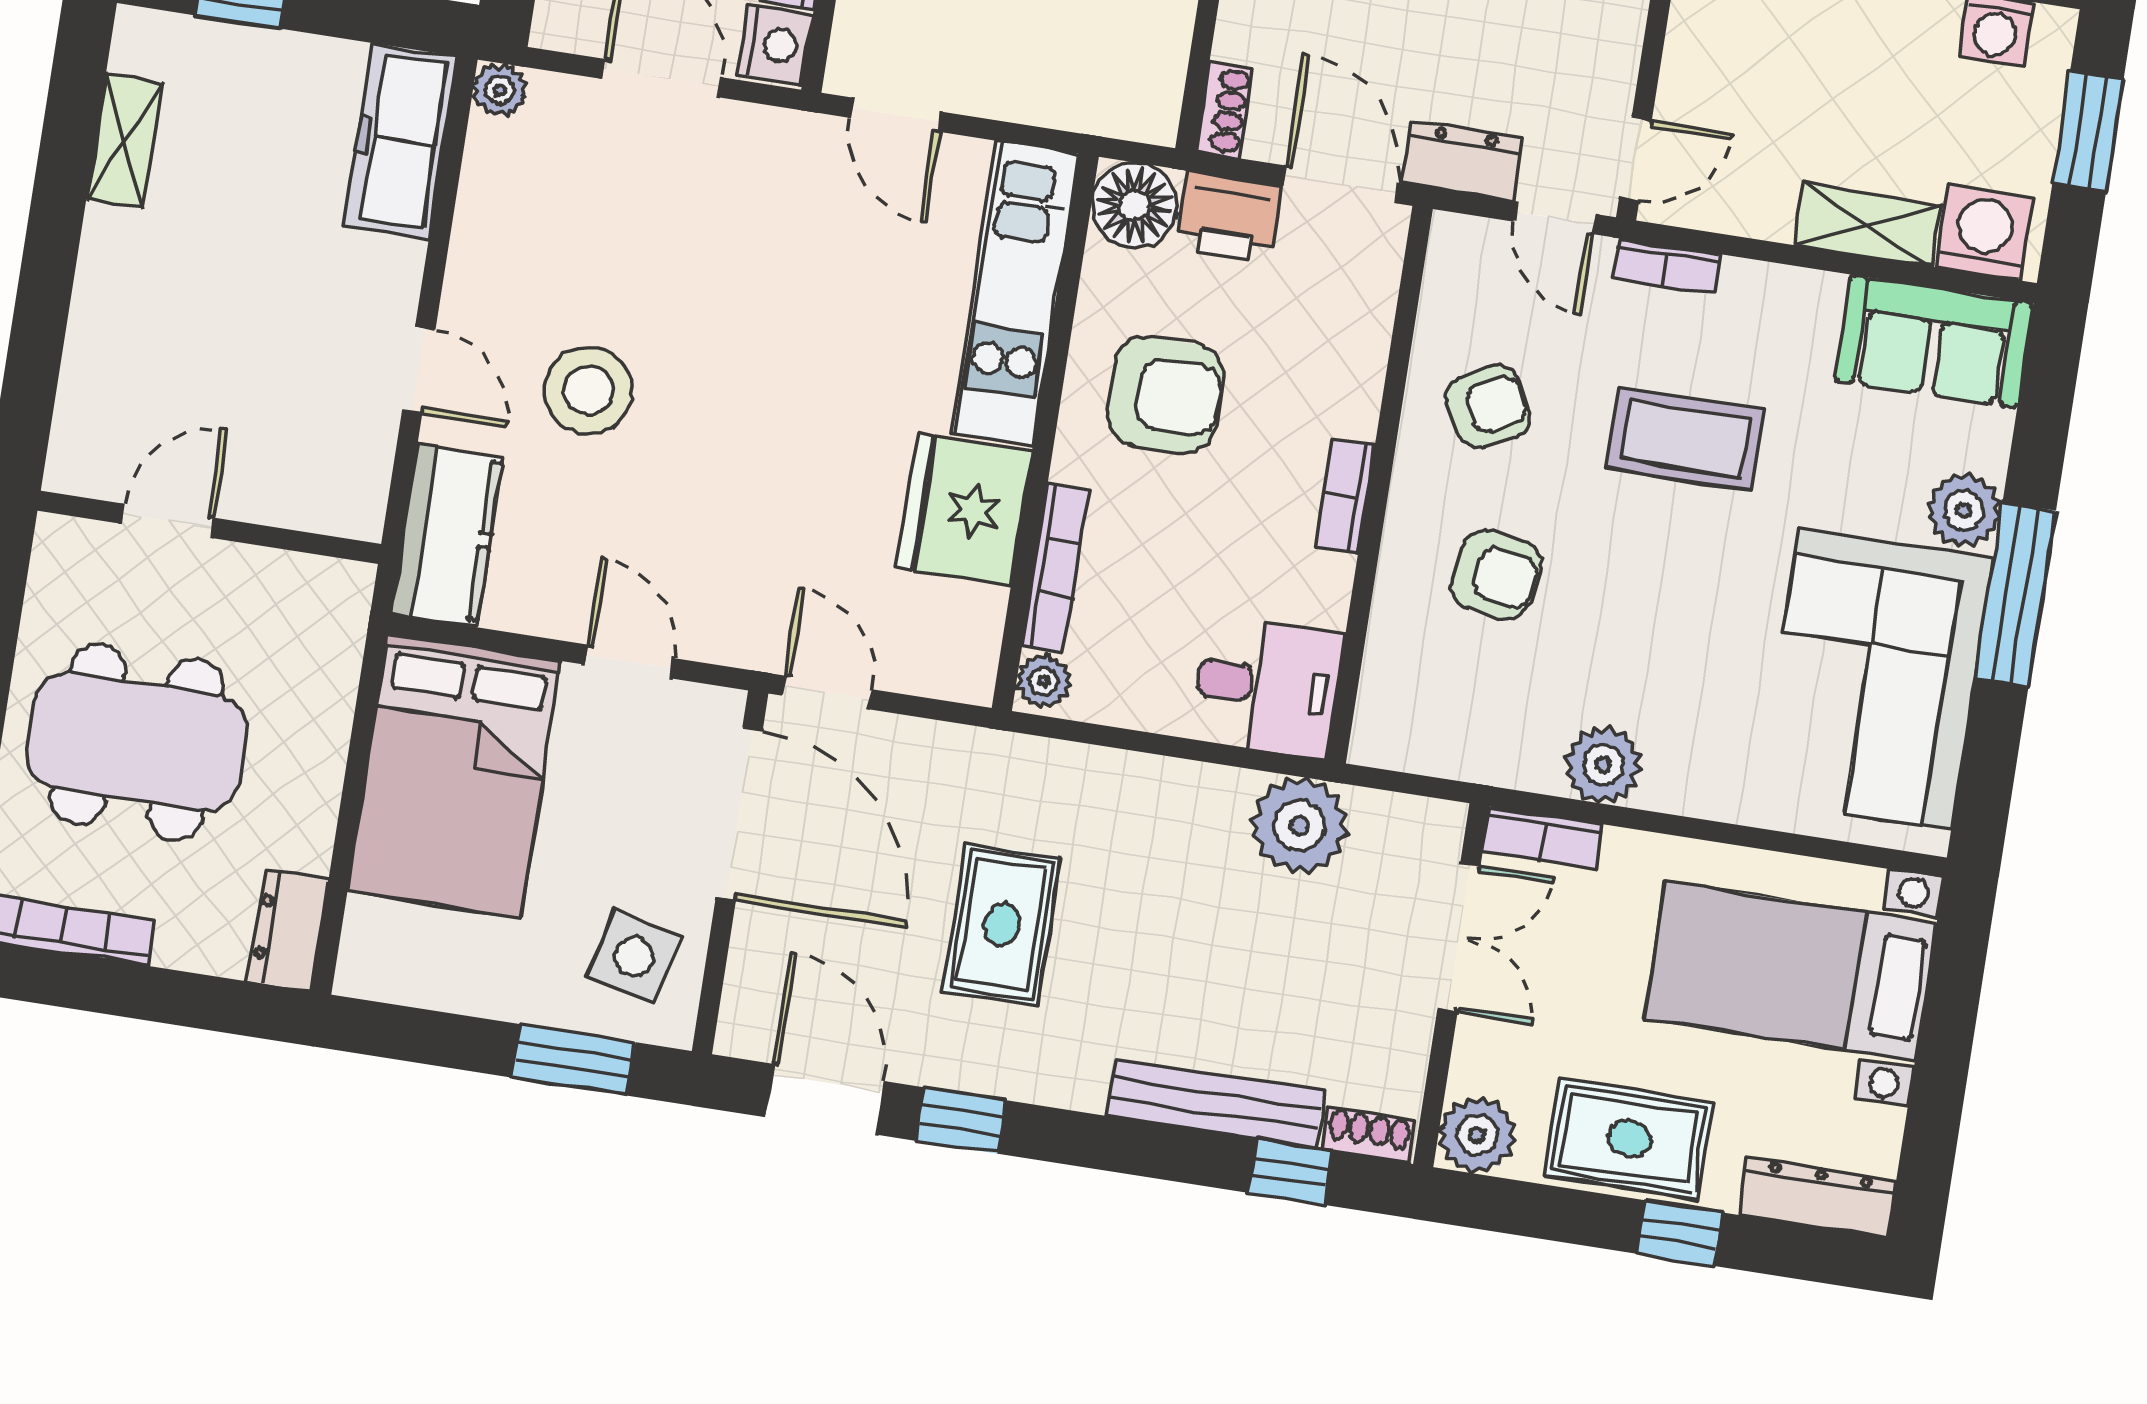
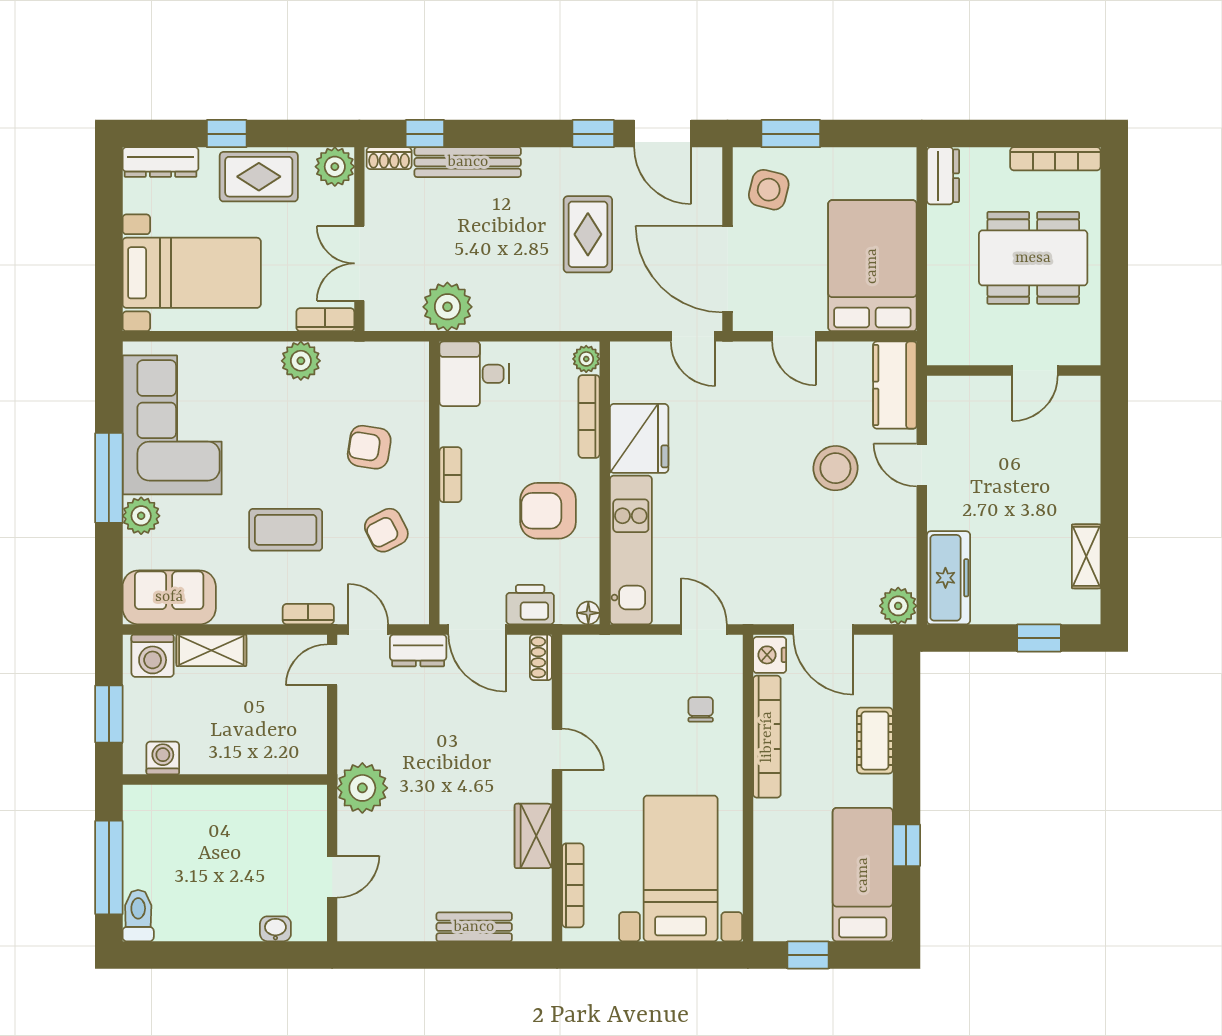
plant: (500, 90) -> (898, 606), width x1.38, depth x1.38
floor lamp: (1134, 205) -> (588, 613), width x0.53, depth x0.53

